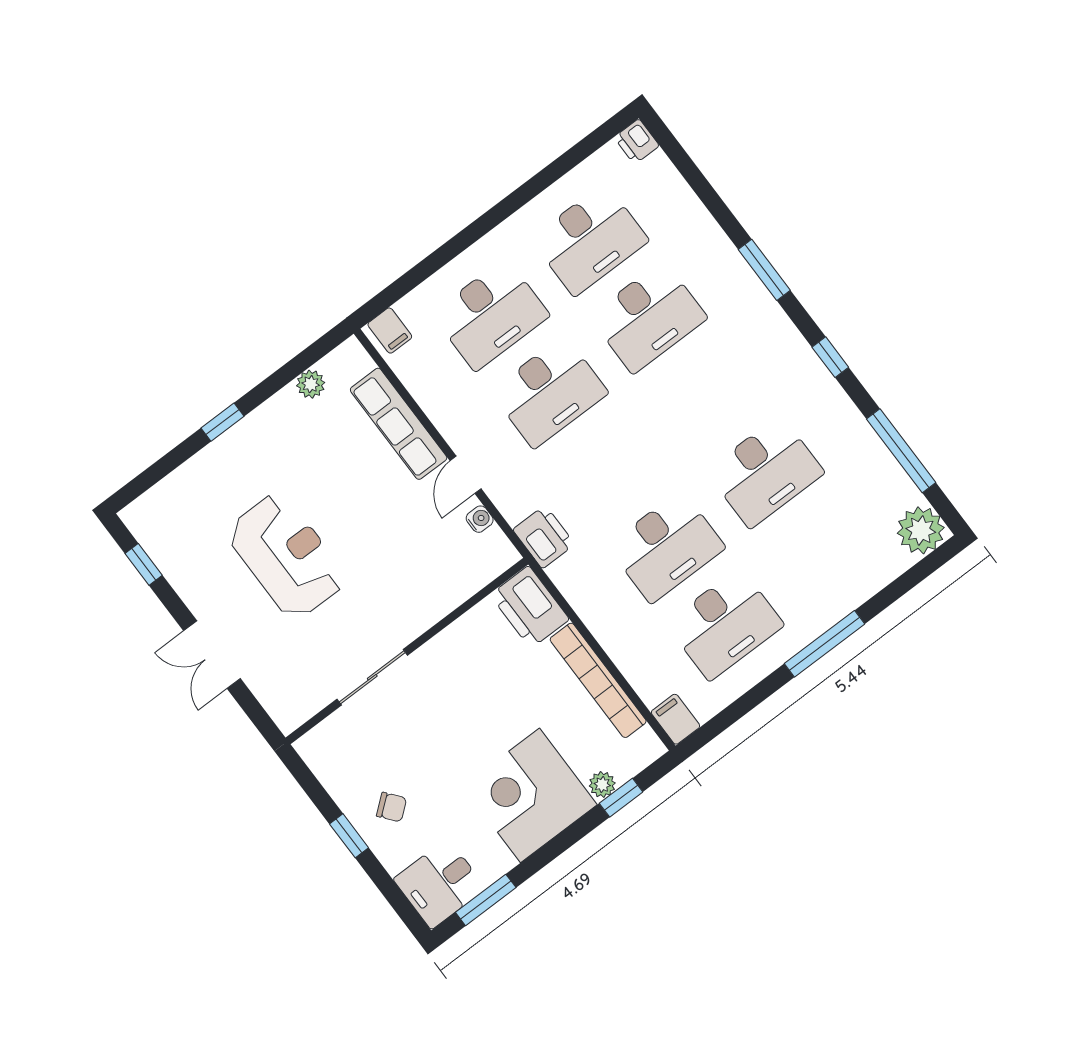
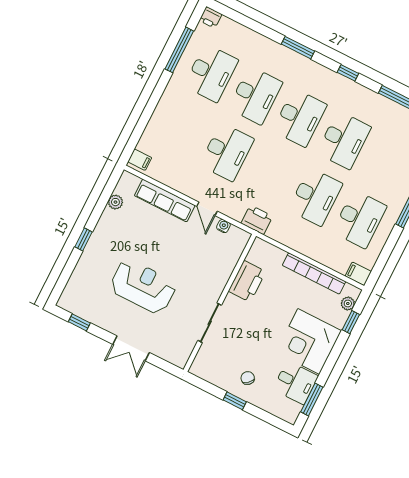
window: (554, 172) -> (179, 50), added
desk: (491, 315) -> (300, 118), moved
printer: (530, 607) -> (247, 281), moved, turned -90
plant: (602, 785) -> (348, 304), moved
chair: (392, 807) -> (248, 378), turned -92
desk: (440, 884) -> (296, 383), moved, turned -90

